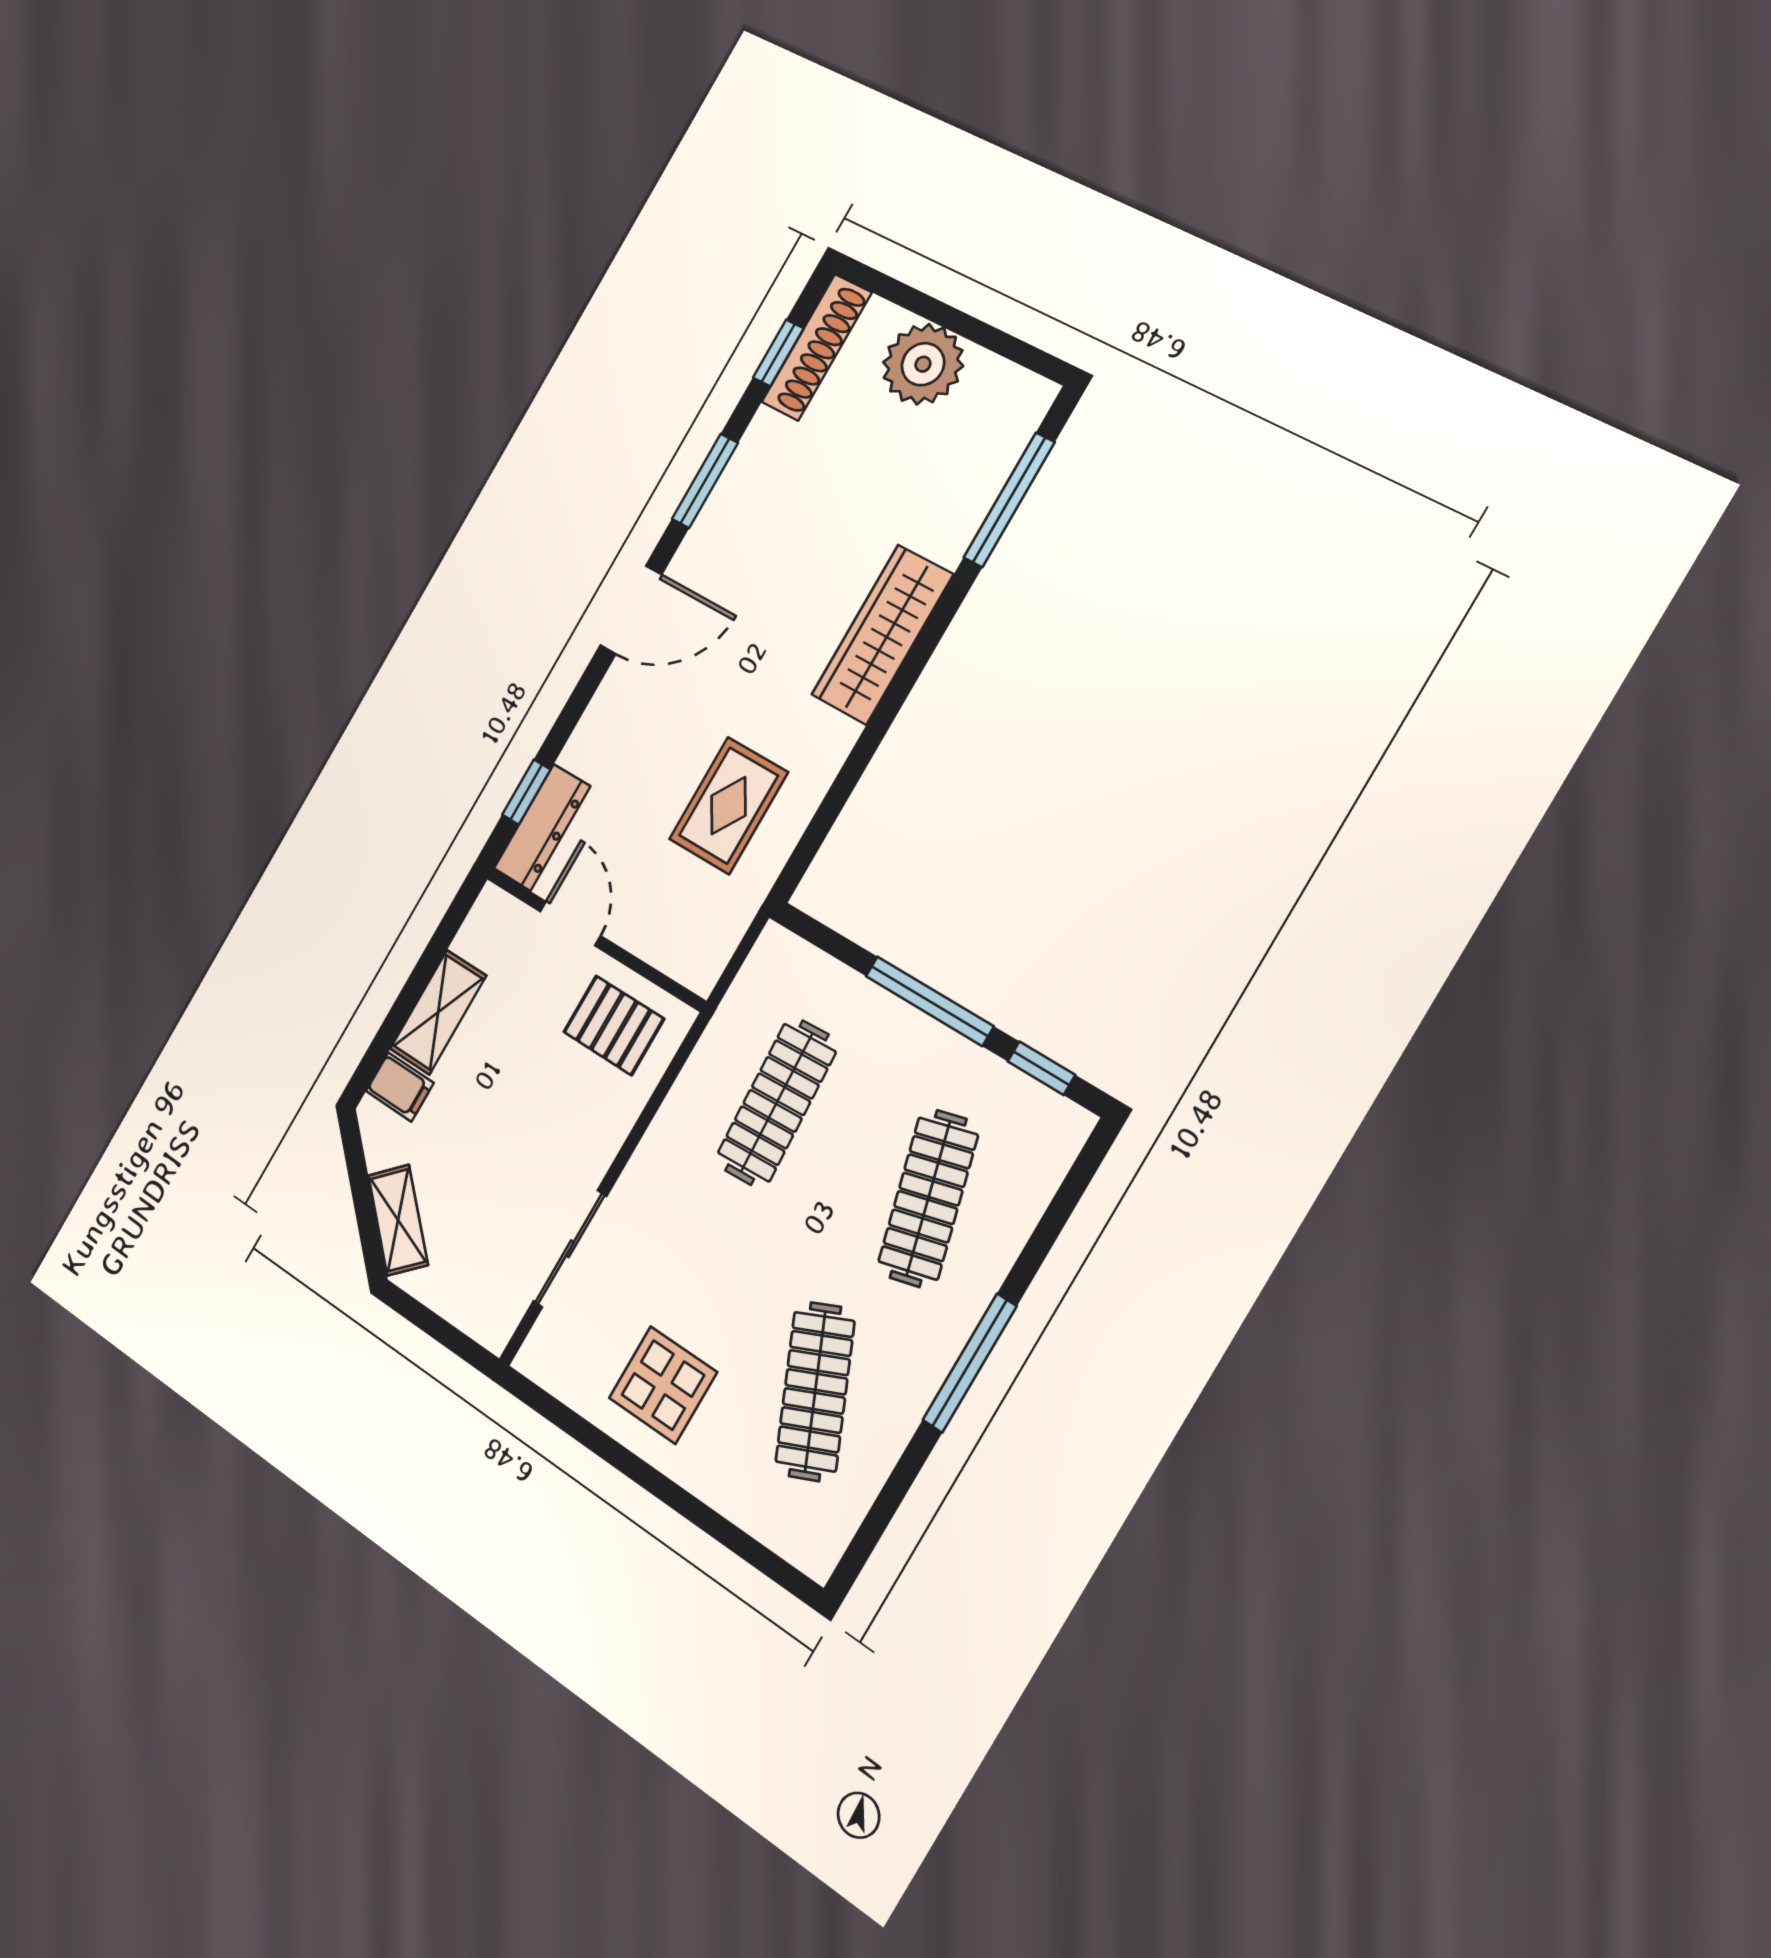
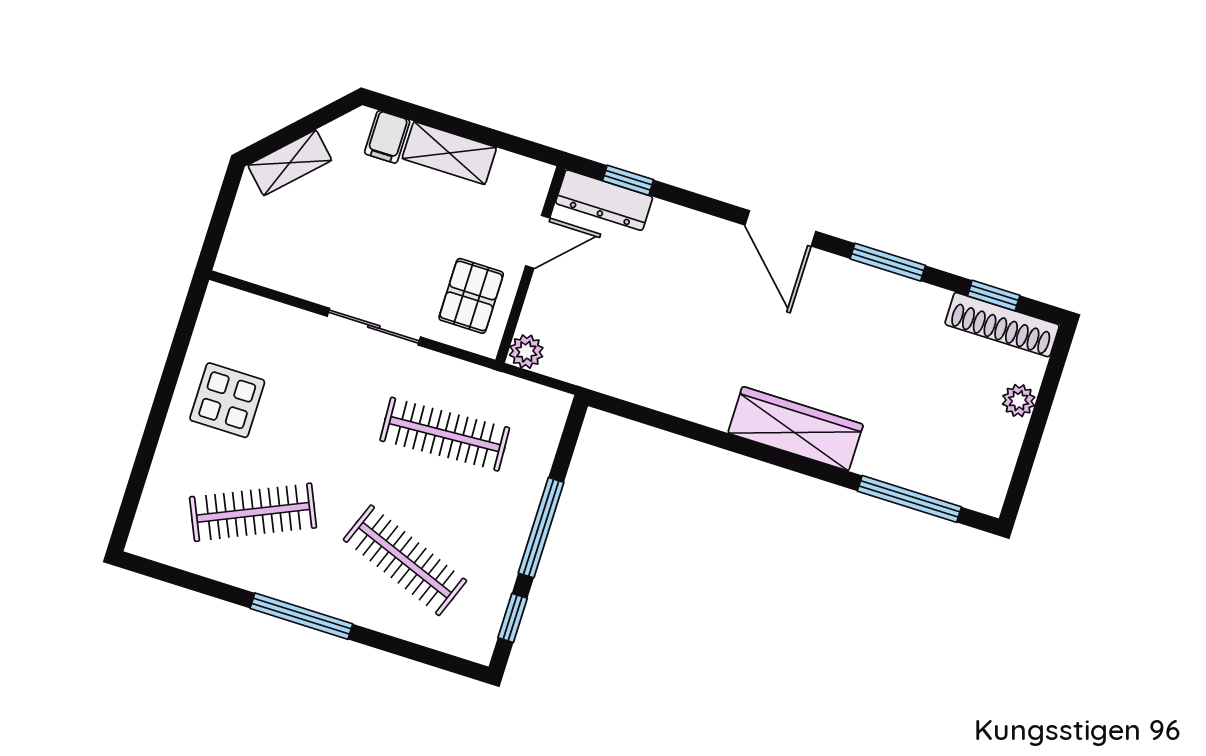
plant: (923, 364) -> (1019, 401), width x0.53, depth x0.53
rug: (729, 806) -> (649, 343), removed
plant: (699, 969) -> (526, 352), added
clothes rail: (928, 1198) -> (405, 560), turned 36
sliding door: (570, 1249) -> (374, 327), moved

